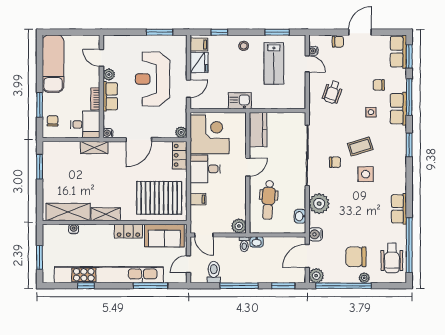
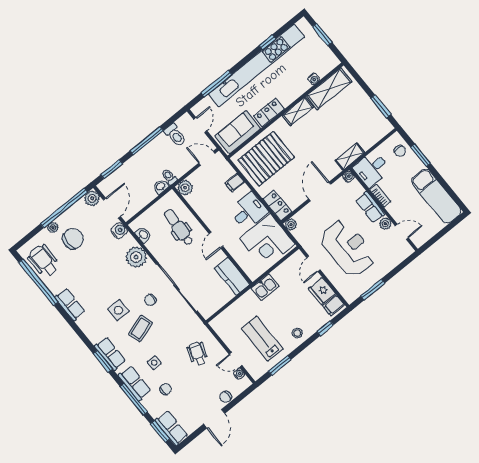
row of seats: (399, 146) -> (110, 354), added

